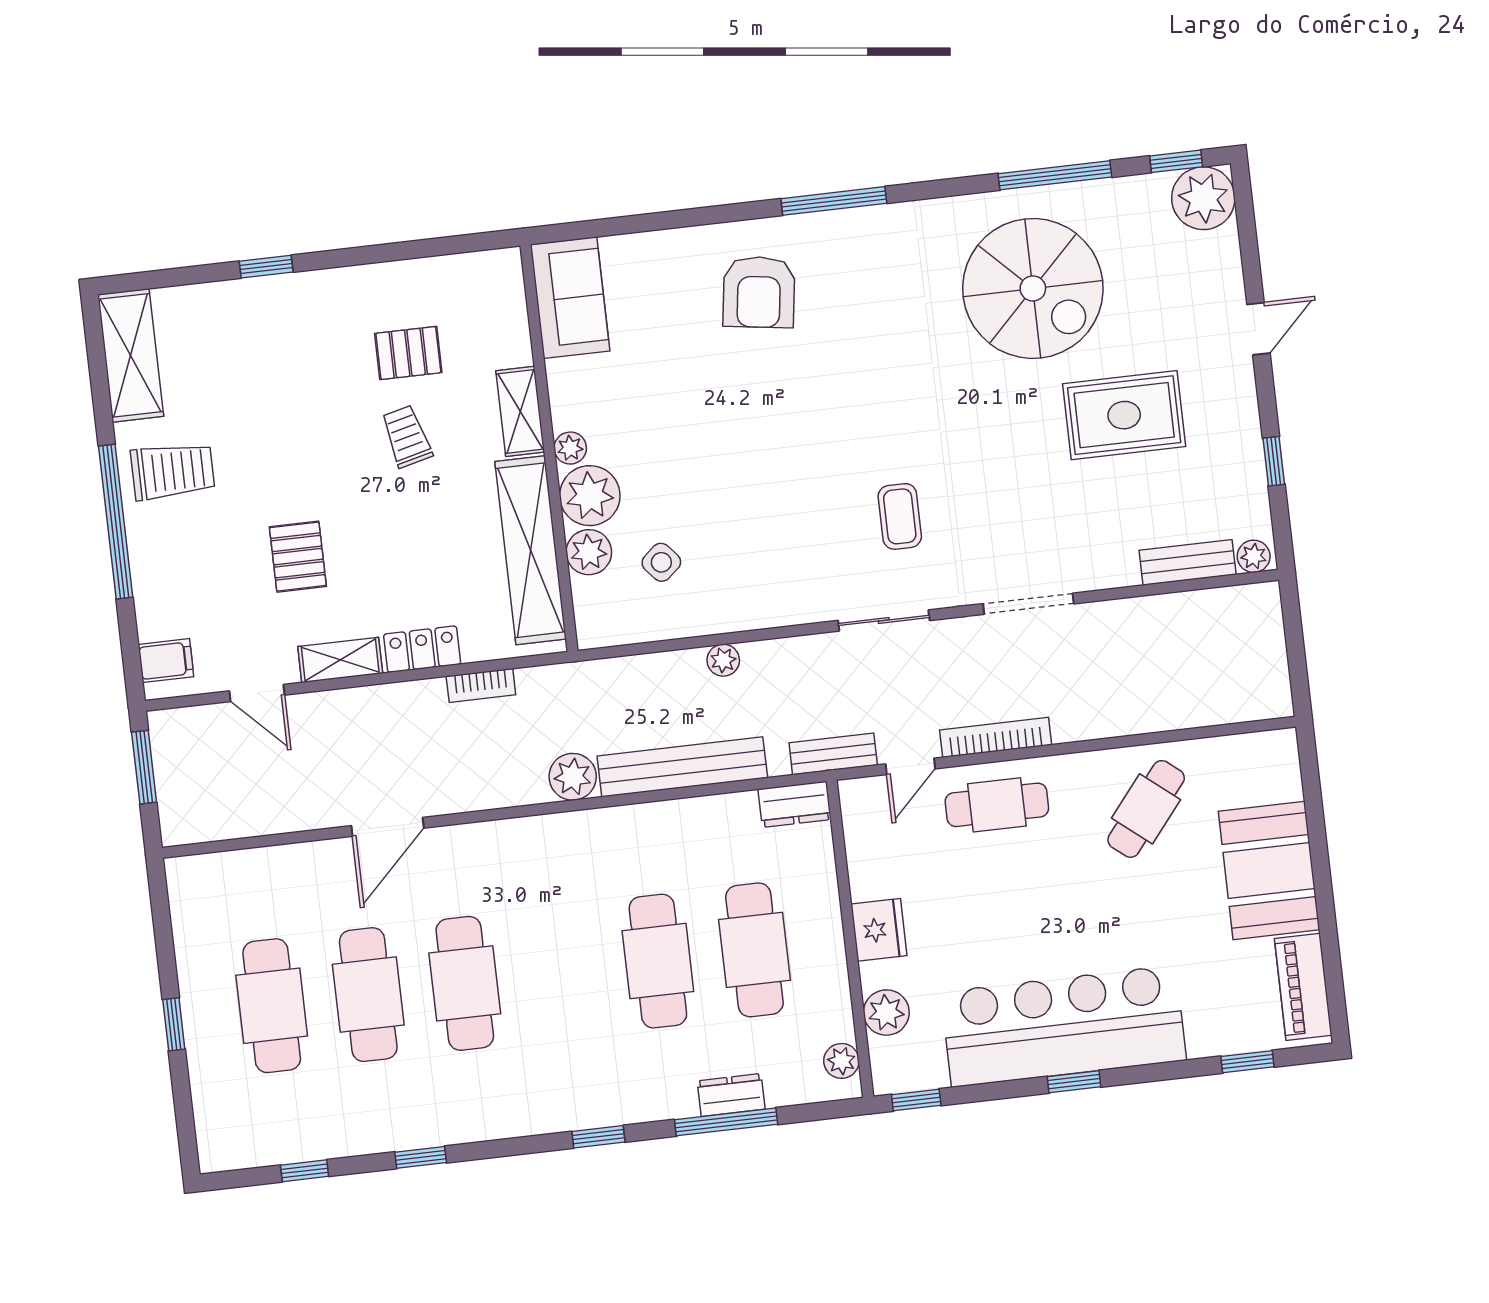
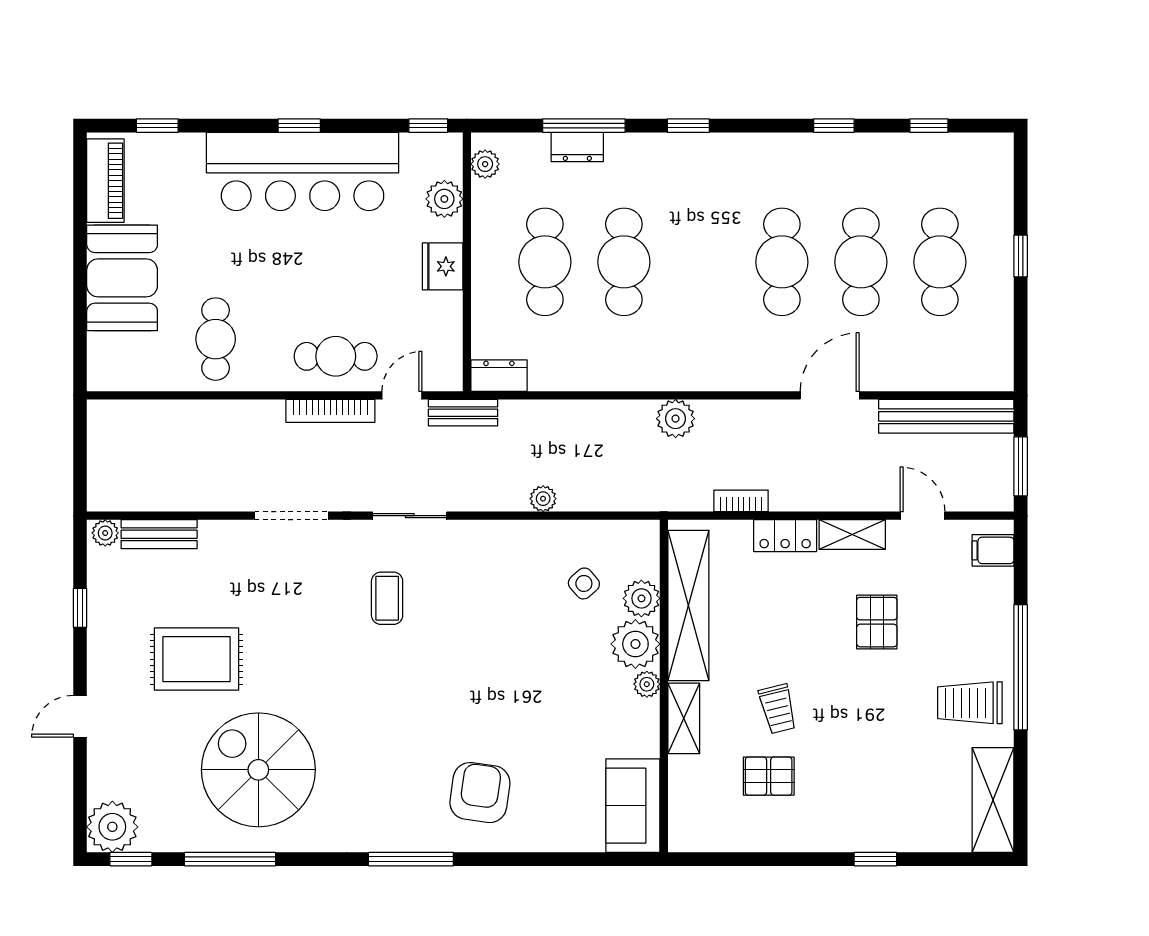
bench: (682, 767) -> (946, 416), moved
cafe table: (1146, 809) -> (216, 339), turned -39

